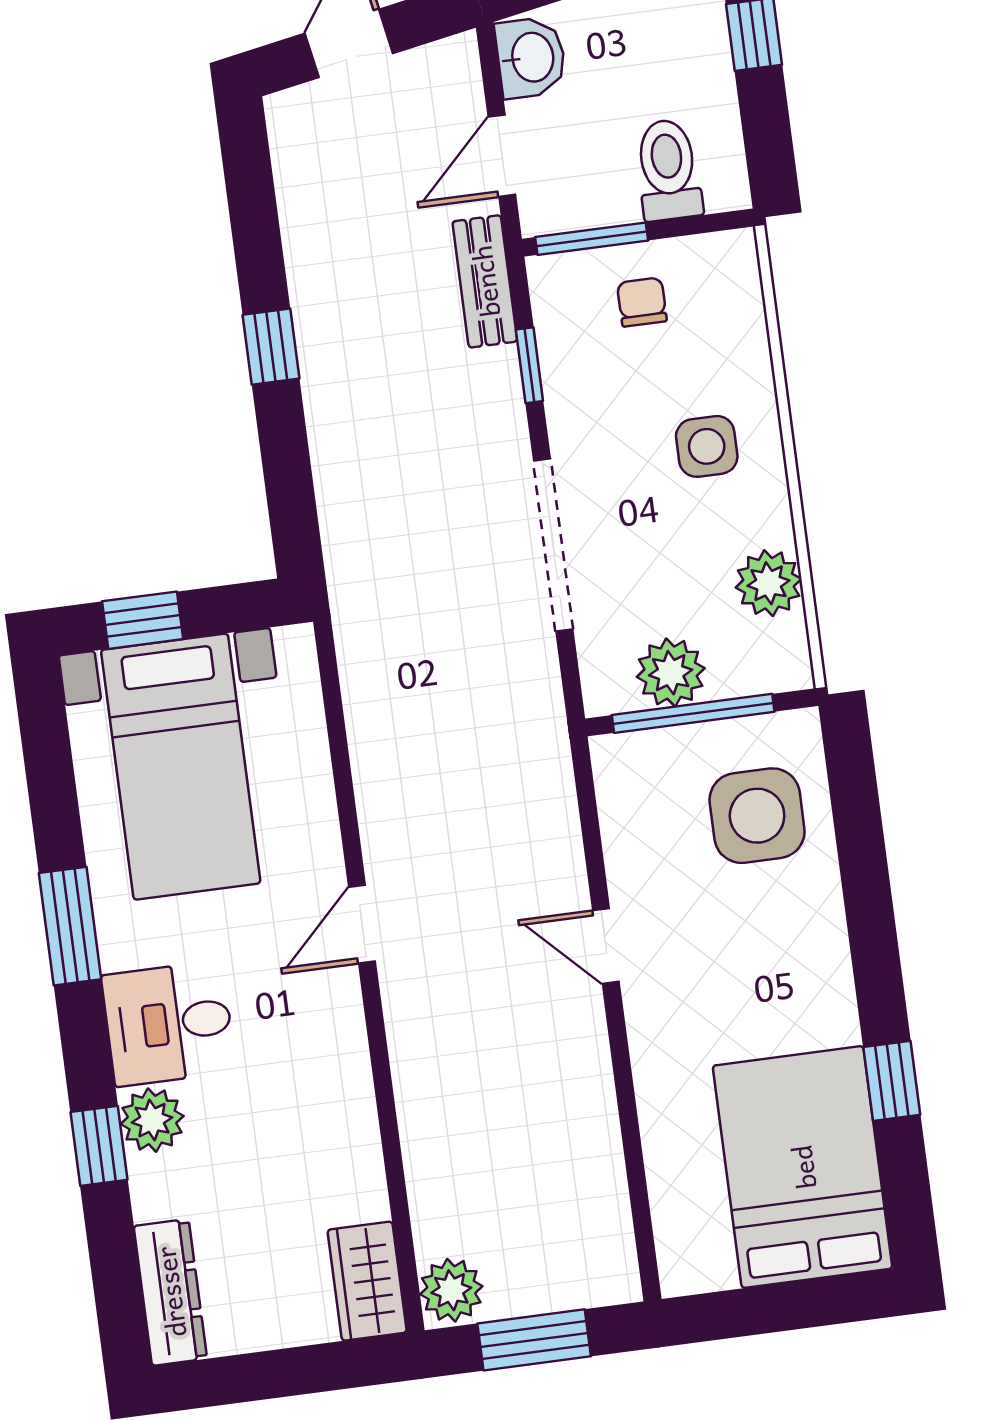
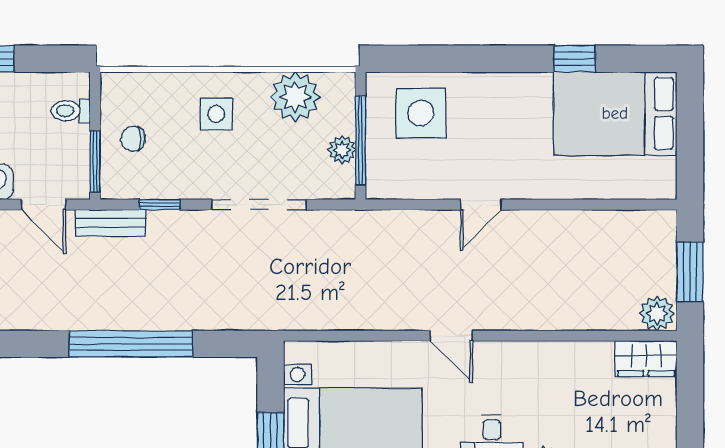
toilet: (668, 170) -> (71, 111), width x0.73, depth x0.72
window: (271, 347) -> (131, 344), width x3.17
plant: (769, 583) -> (295, 97), width x1.36, depth x1.36
plant: (671, 673) -> (342, 150), width x0.73, depth x0.73

